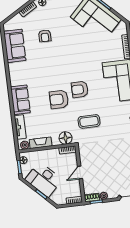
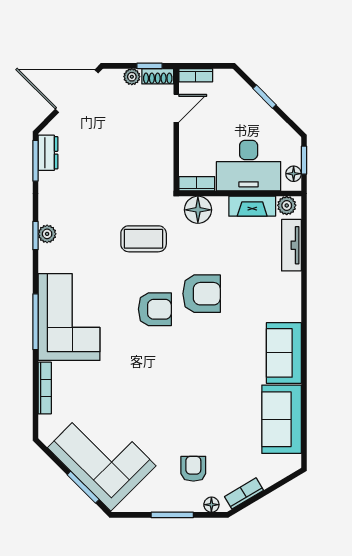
armchair: (45, 36) -> (193, 469), moved
sofa: (20, 100) -> (284, 353), moved
door: (80, 173) -> (176, 108), moved
desk: (44, 180) -> (249, 166), moved, turned 135

